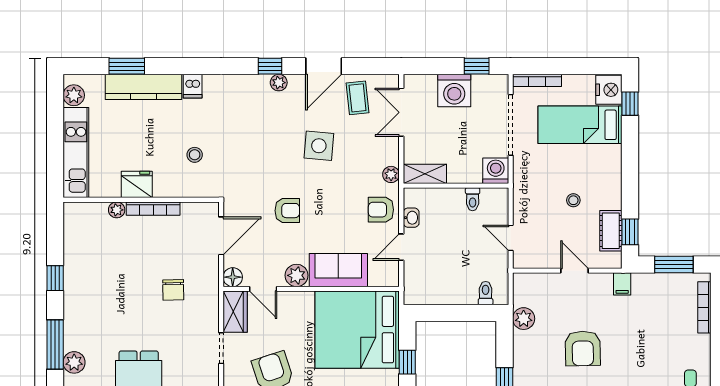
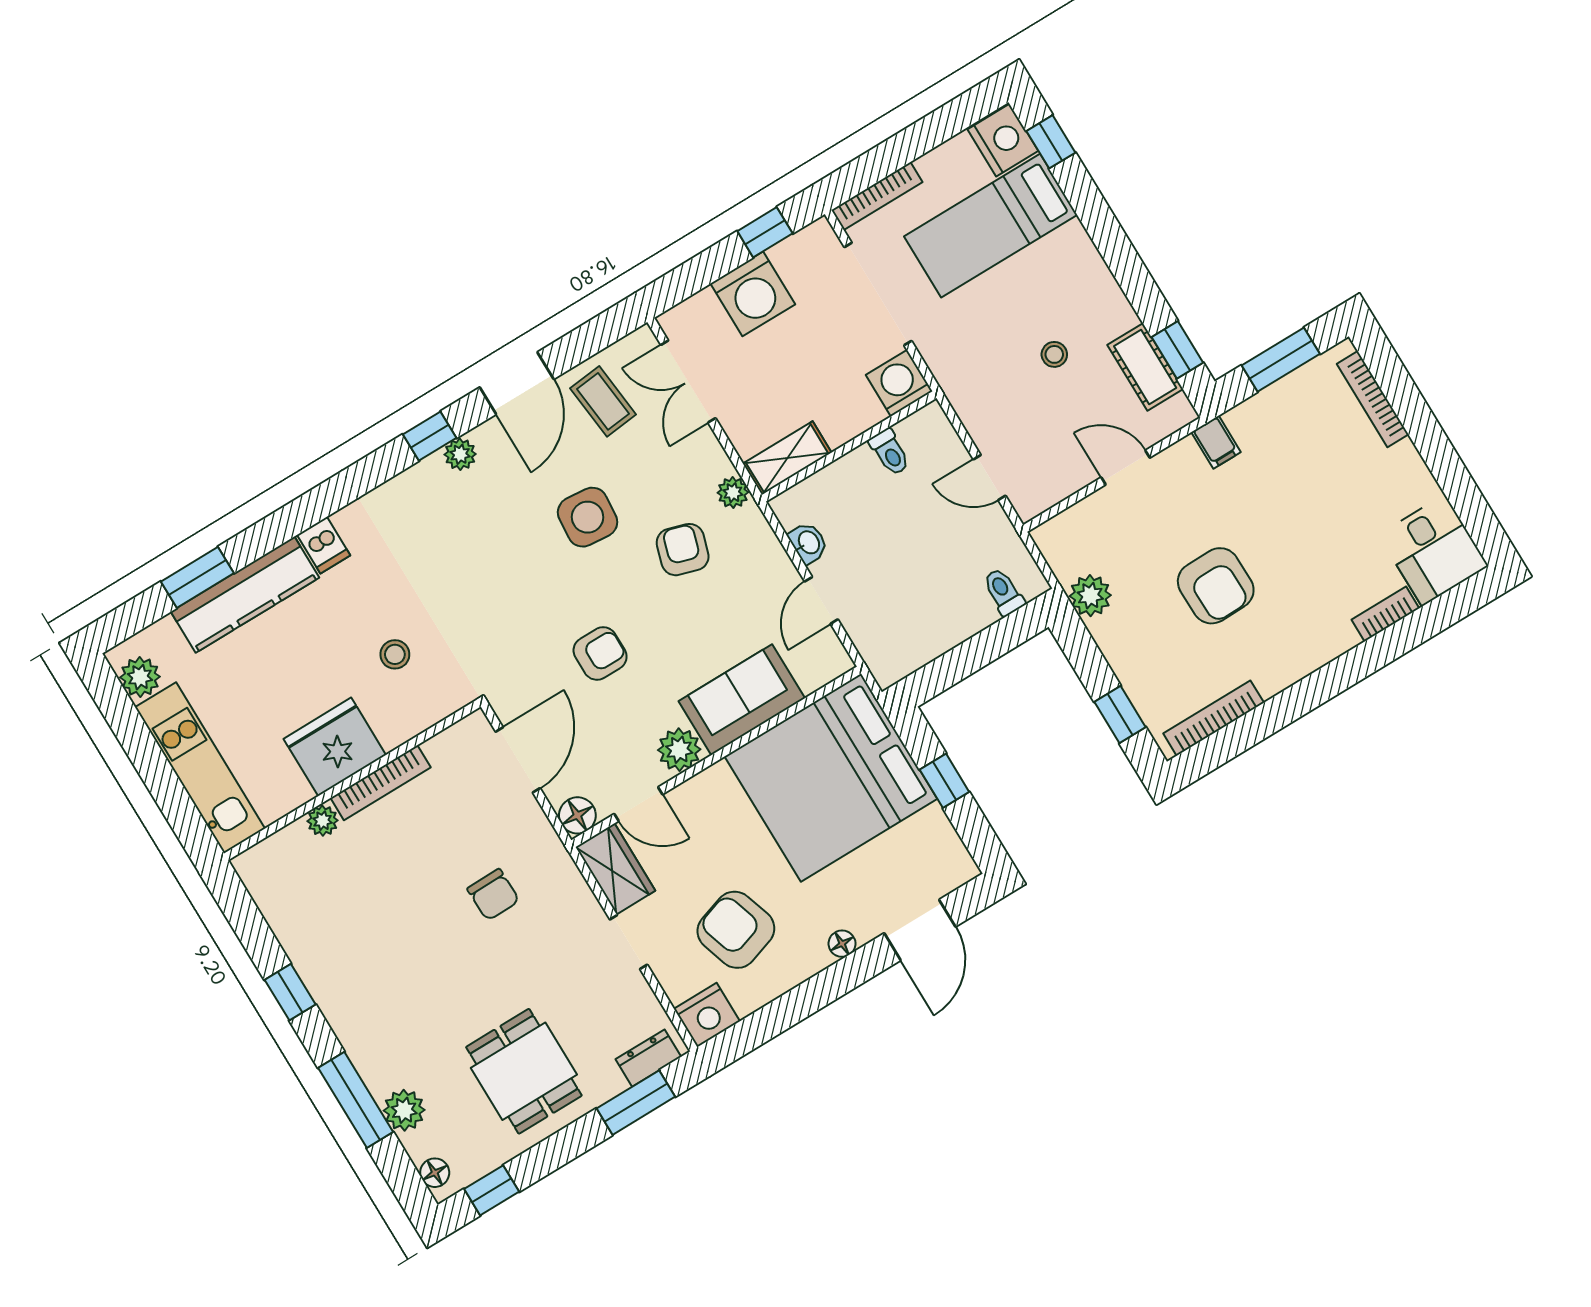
fridge: (137, 184) -> (335, 747), width x1.36, depth x1.34
armchair: (381, 210) -> (683, 550), moved, turned 107

